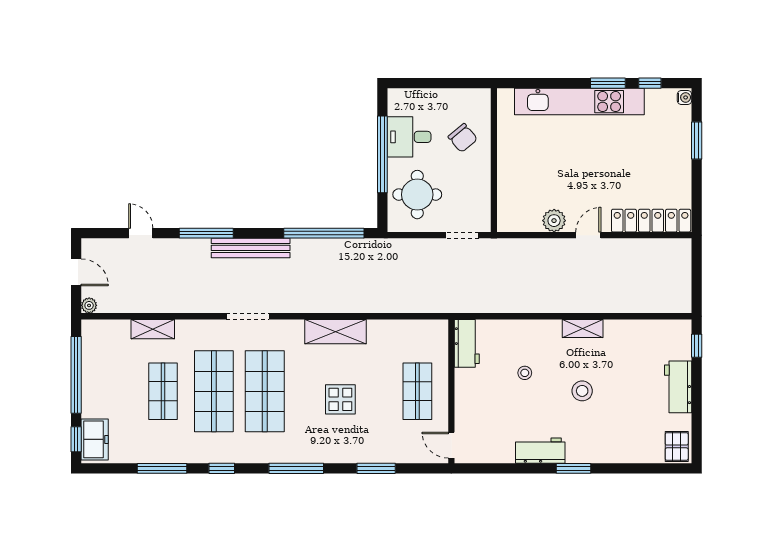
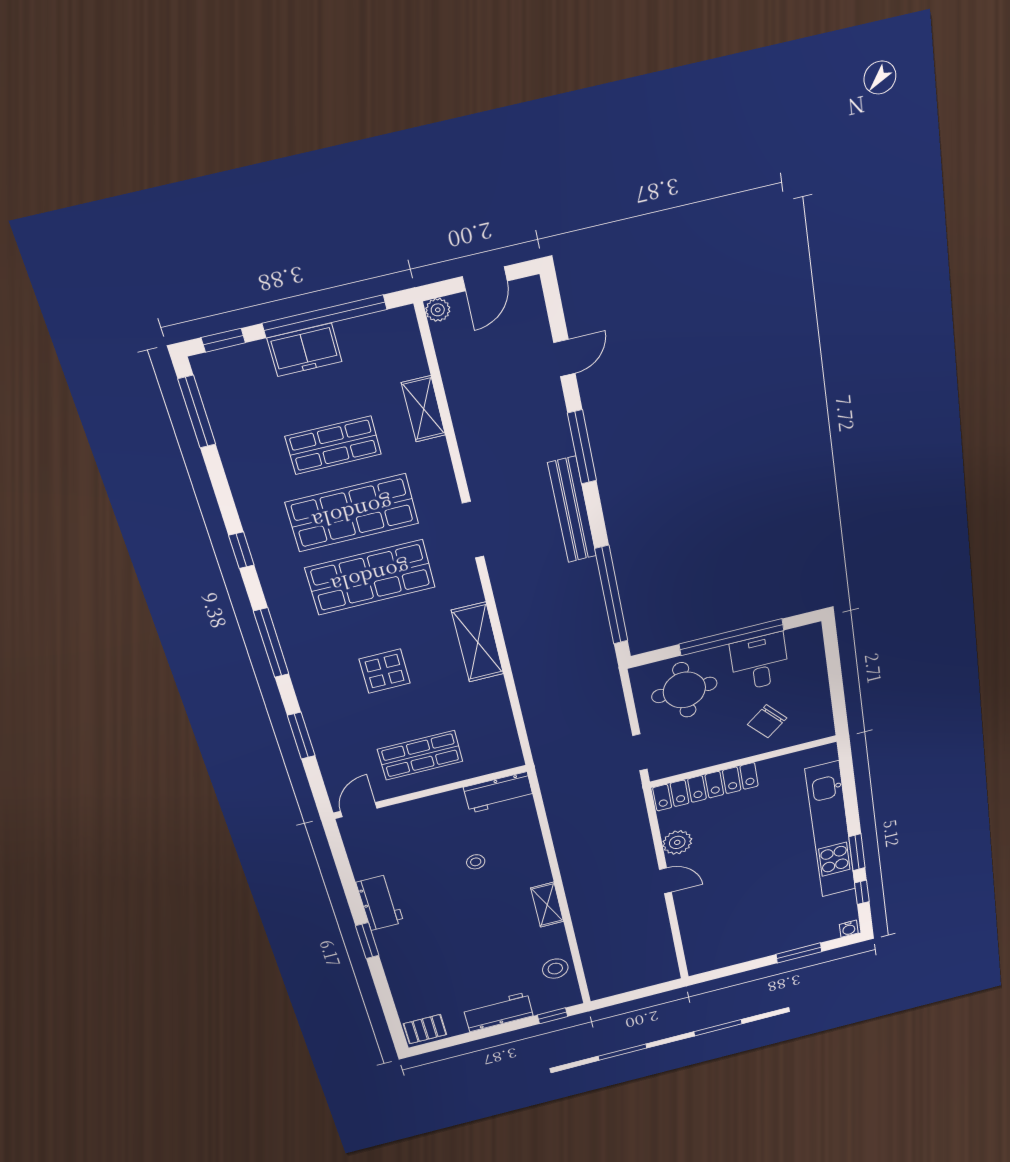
locker: (651, 221) -> (706, 787), moved, turned 90
stool: (582, 391) -> (555, 969), moved
freezer: (95, 439) -> (304, 350), moved
window: (162, 468) -> (197, 412), moved

